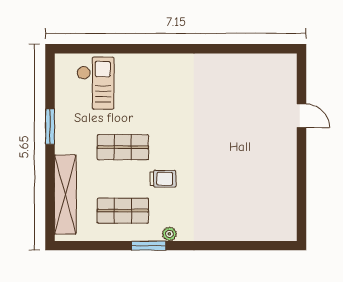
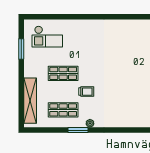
checkout: (95, 83) -> (47, 37), turned 90
window: (50, 127) -> (21, 49), moved

